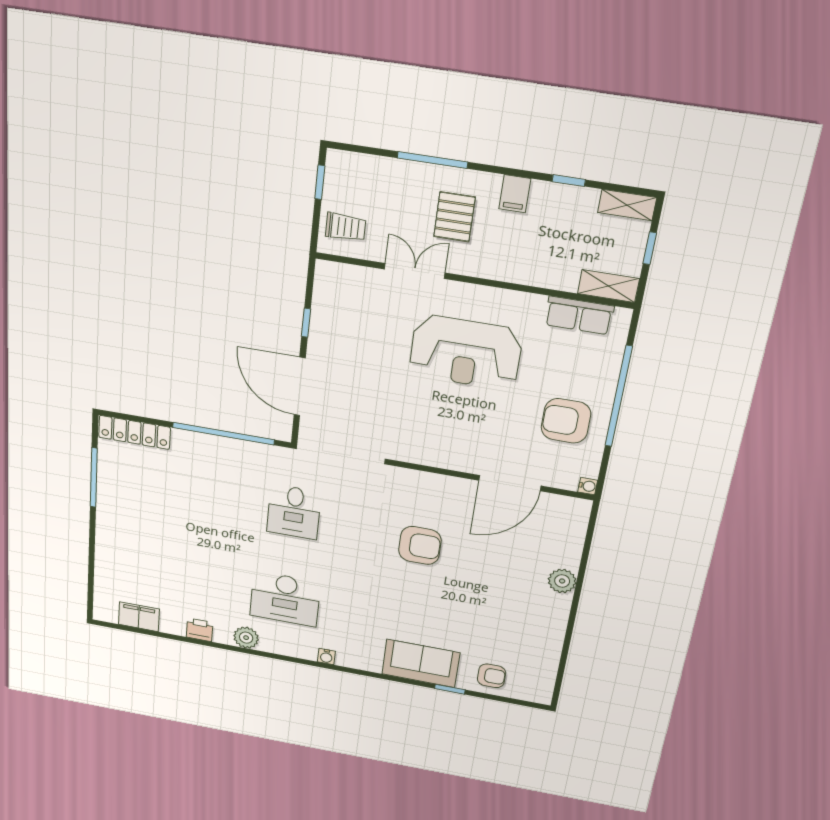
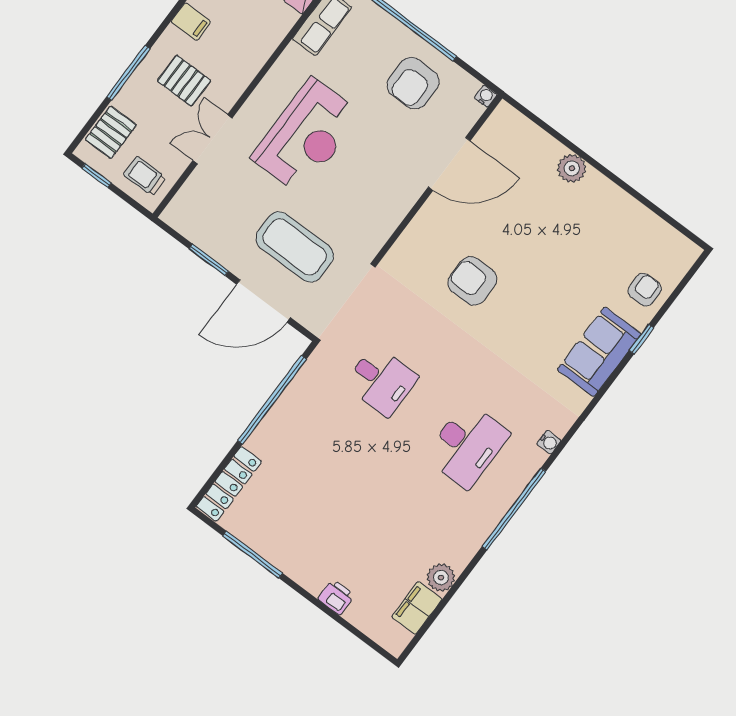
pallet: (367, 174) -> (111, 132), added
trolley: (346, 227) -> (145, 176), turned -90
window: (306, 323) -> (209, 260), width x1.50
coffee table: (362, 390) -> (295, 247), added
door: (510, 483) -> (449, 164), hinge flipped
armchair: (420, 545) -> (472, 281), turned -90
printer: (200, 630) -> (336, 597), moved, turned 90
plant: (246, 638) -> (441, 578), moved
window: (259, 653) -> (514, 509), added

